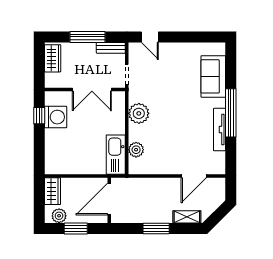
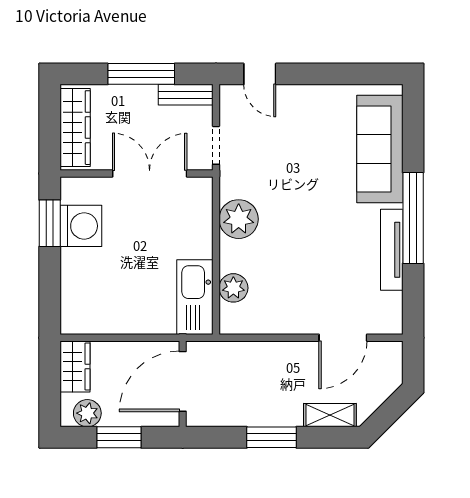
wardrobe: (53, 58) -> (75, 128), width x1.50
sofa: (213, 76) -> (380, 149), width x1.36
double door: (92, 89) -> (150, 173), swing flipped
window: (39, 116) -> (50, 223), width x1.50

